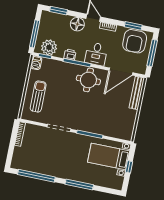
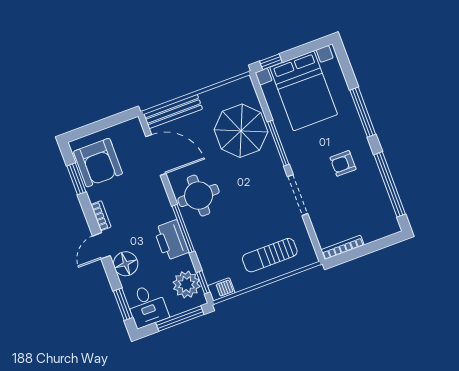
armchair: (135, 41) -> (98, 163), turned 90
window: (152, 53) -> (99, 126), removed
desk: (96, 54) -> (147, 306), moved, turned 90
printer: (70, 55) -> (171, 240), width x1.87, depth x1.48
parasol: (107, 120) -> (241, 131), added
bed with nightstands: (109, 156) -> (304, 91), width x1.36
armchair: (60, 159) -> (343, 163), added
window: (129, 167) -> (271, 62), moved

